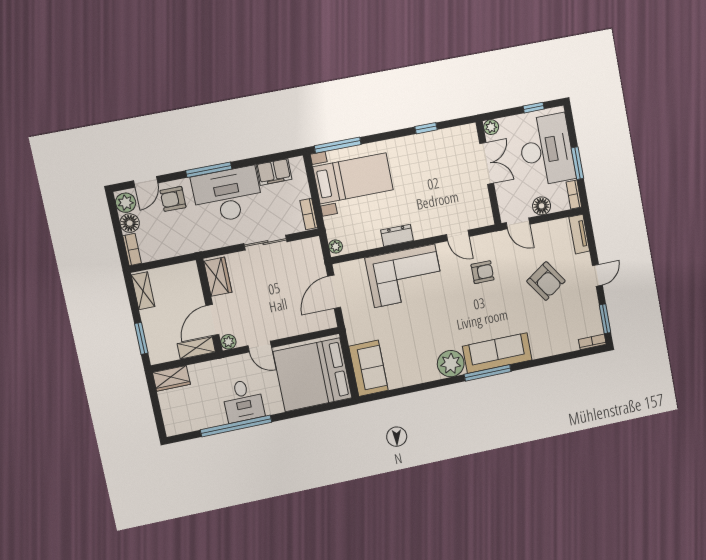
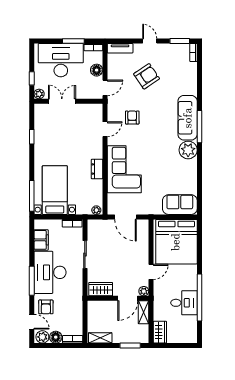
window: (534, 108) -> (32, 78), moved
door: (212, 320) -> (128, 298), hinge flipped
desk: (243, 401) -> (184, 303), moved

